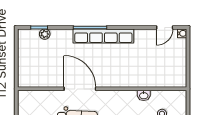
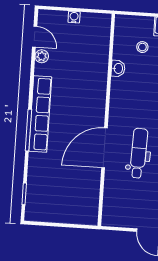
water cooler: (182, 33) -> (74, 17), moved
plant: (45, 34) -> (42, 56), moved

